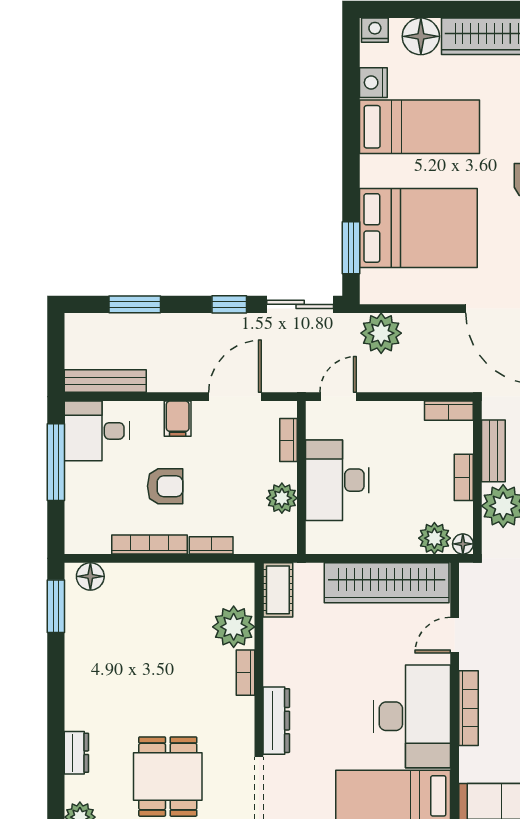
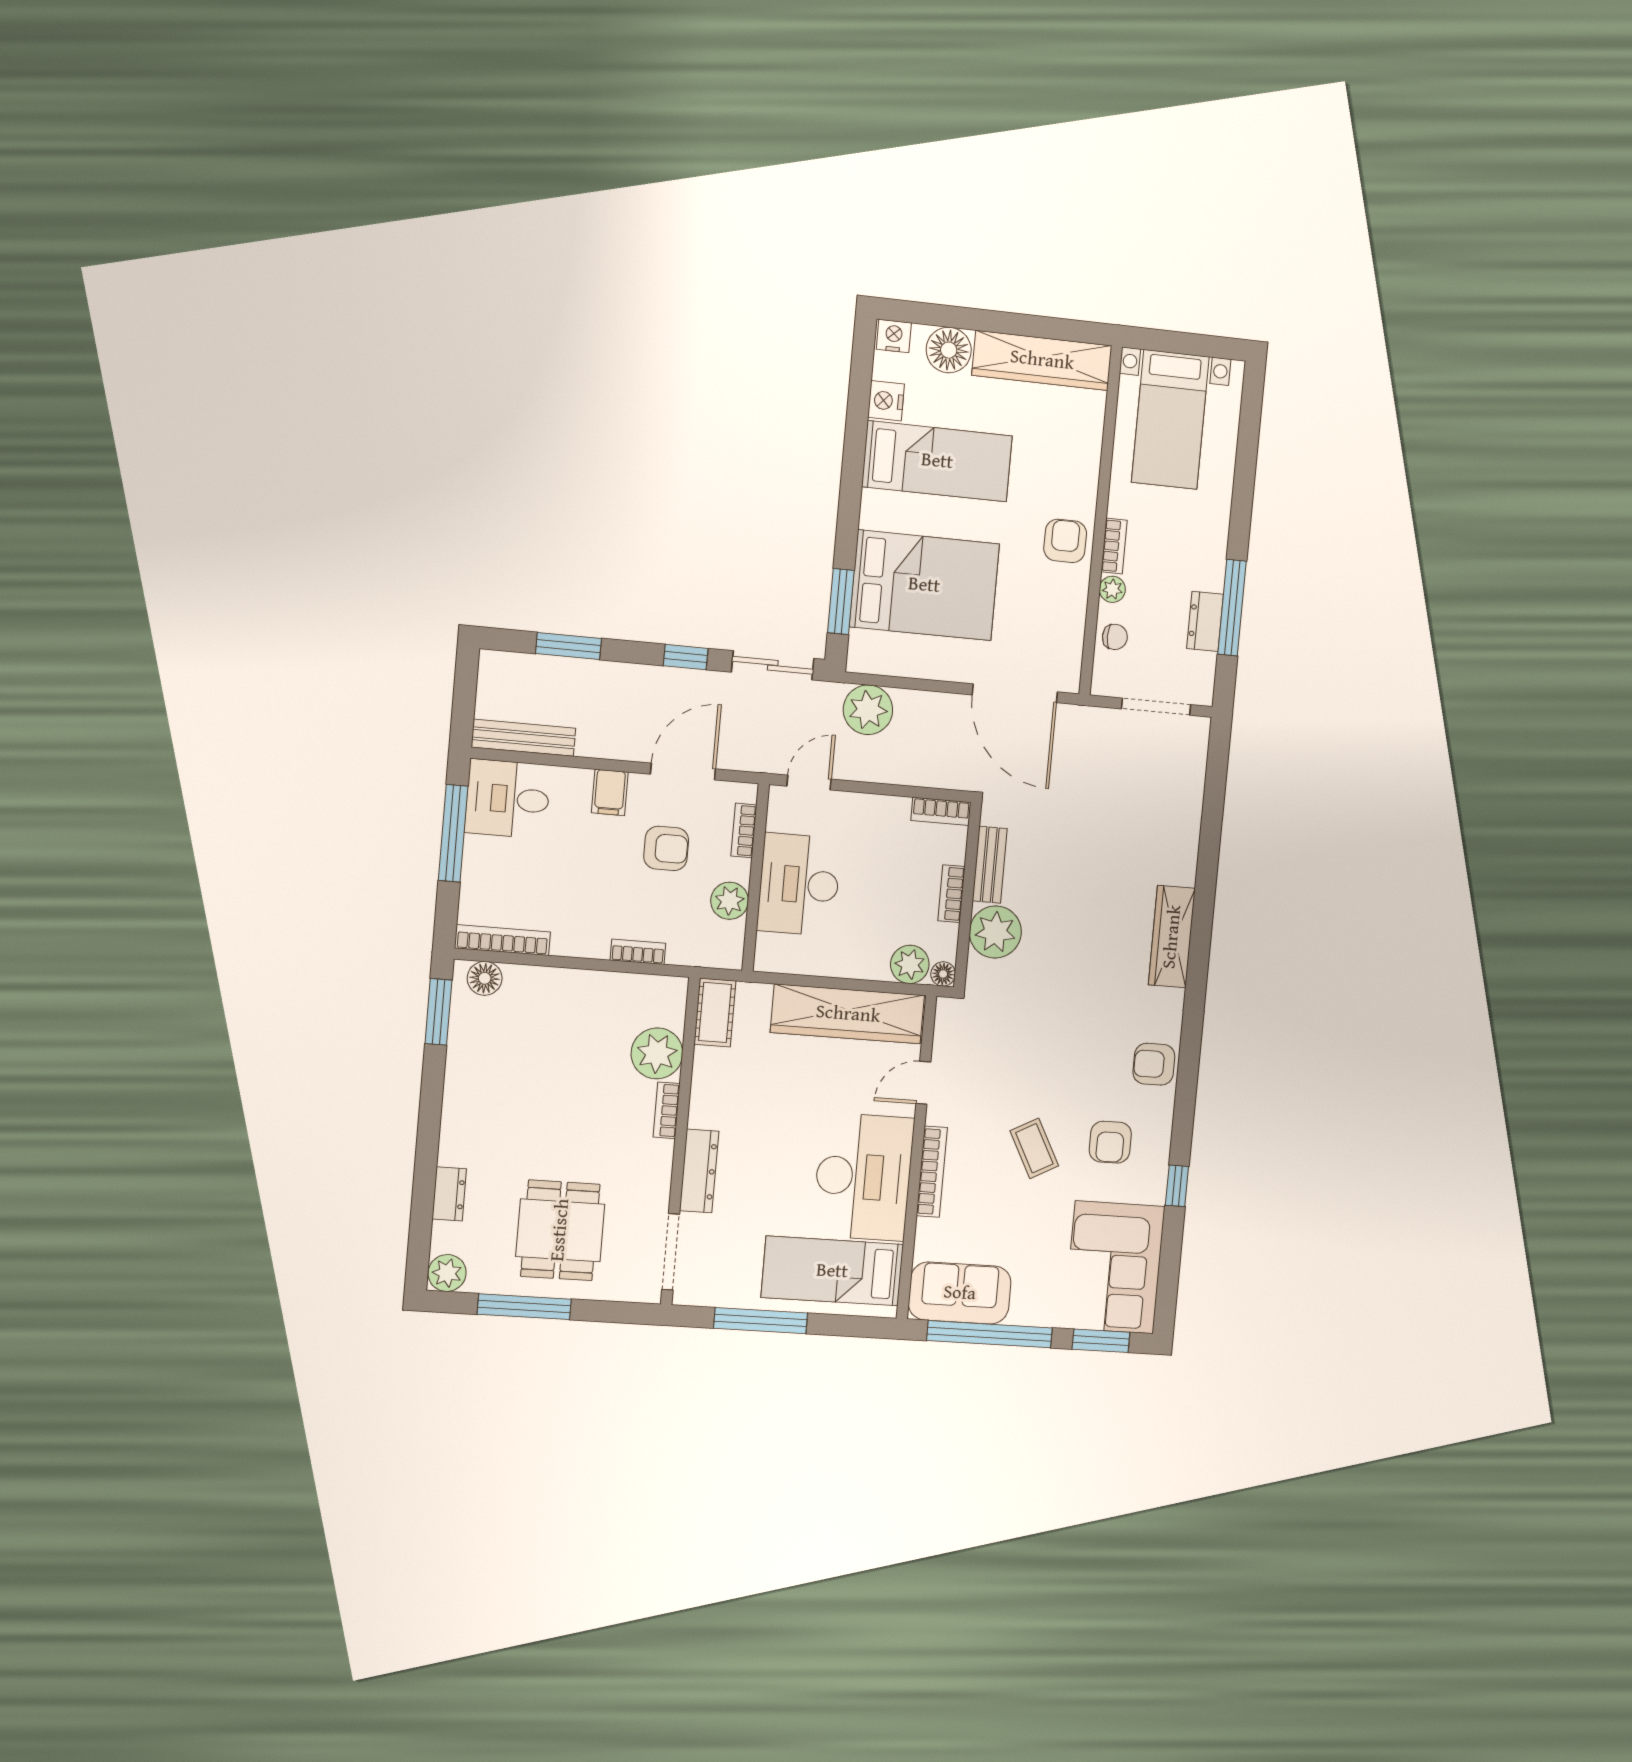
armchair: (165, 486) -> (666, 848), moved
bookcase: (150, 545) -> (503, 940), moved

